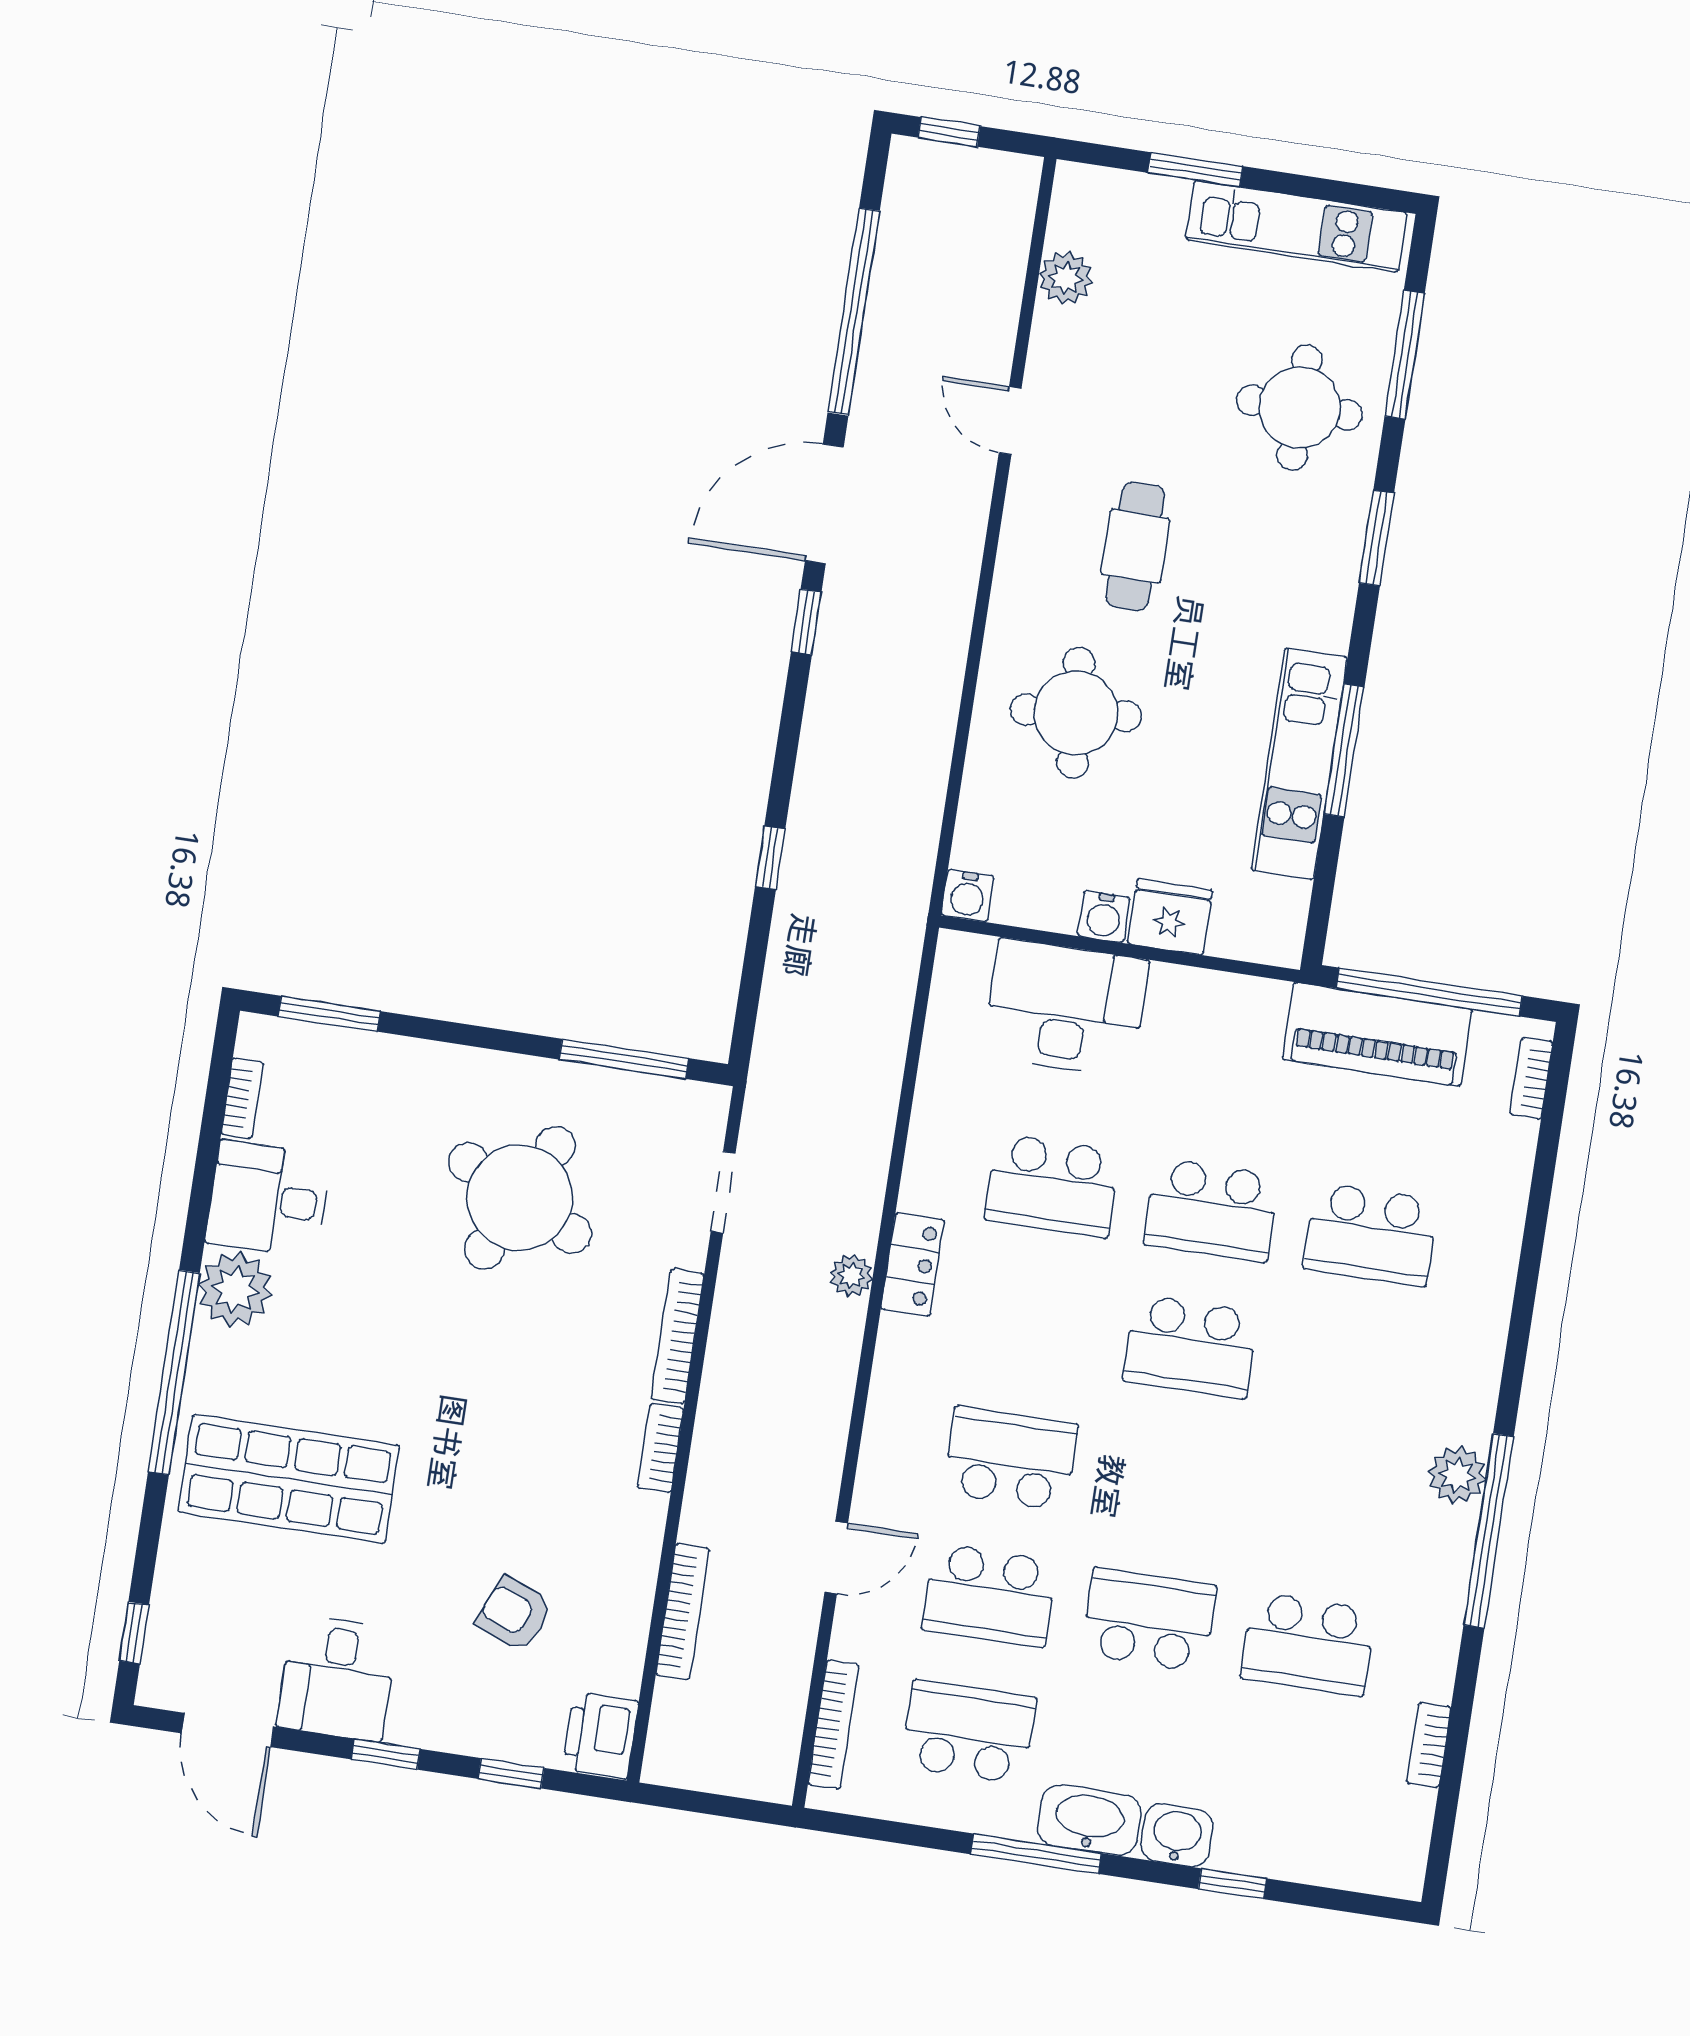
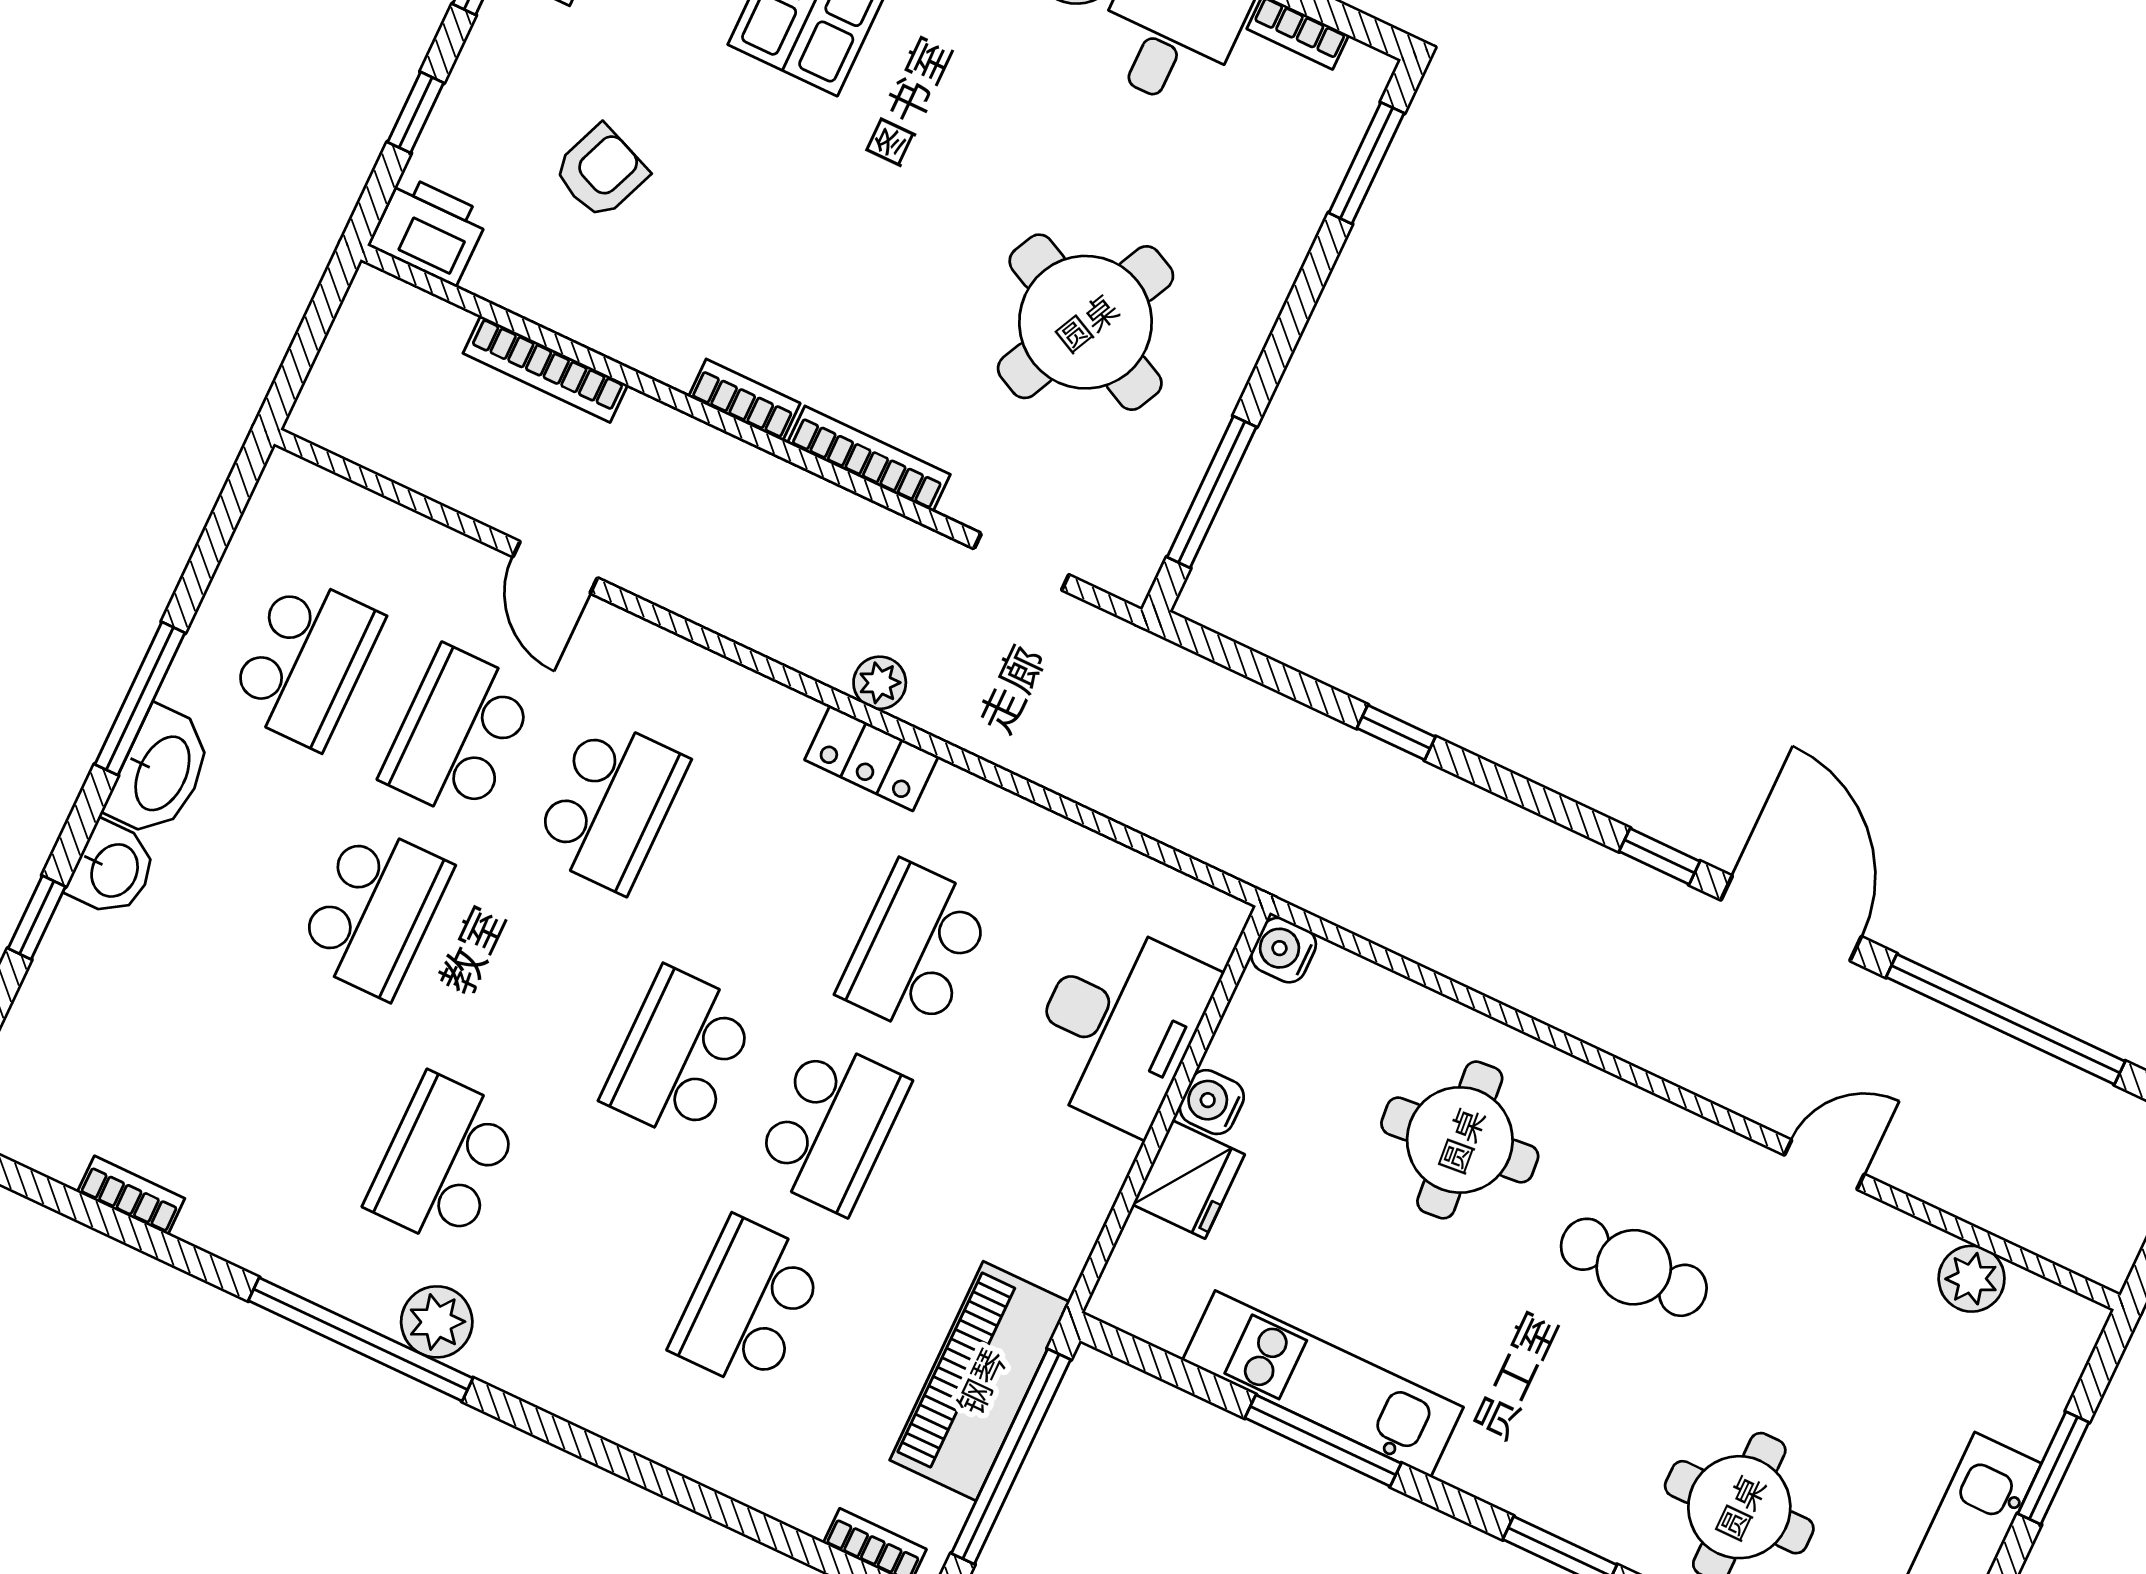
school desk: (1211, 1210) -> (832, 1126), turned 180
school desk: (1308, 1644) -> (443, 1161), moved
bookcase: (833, 1725) -> (361, 506), removed

